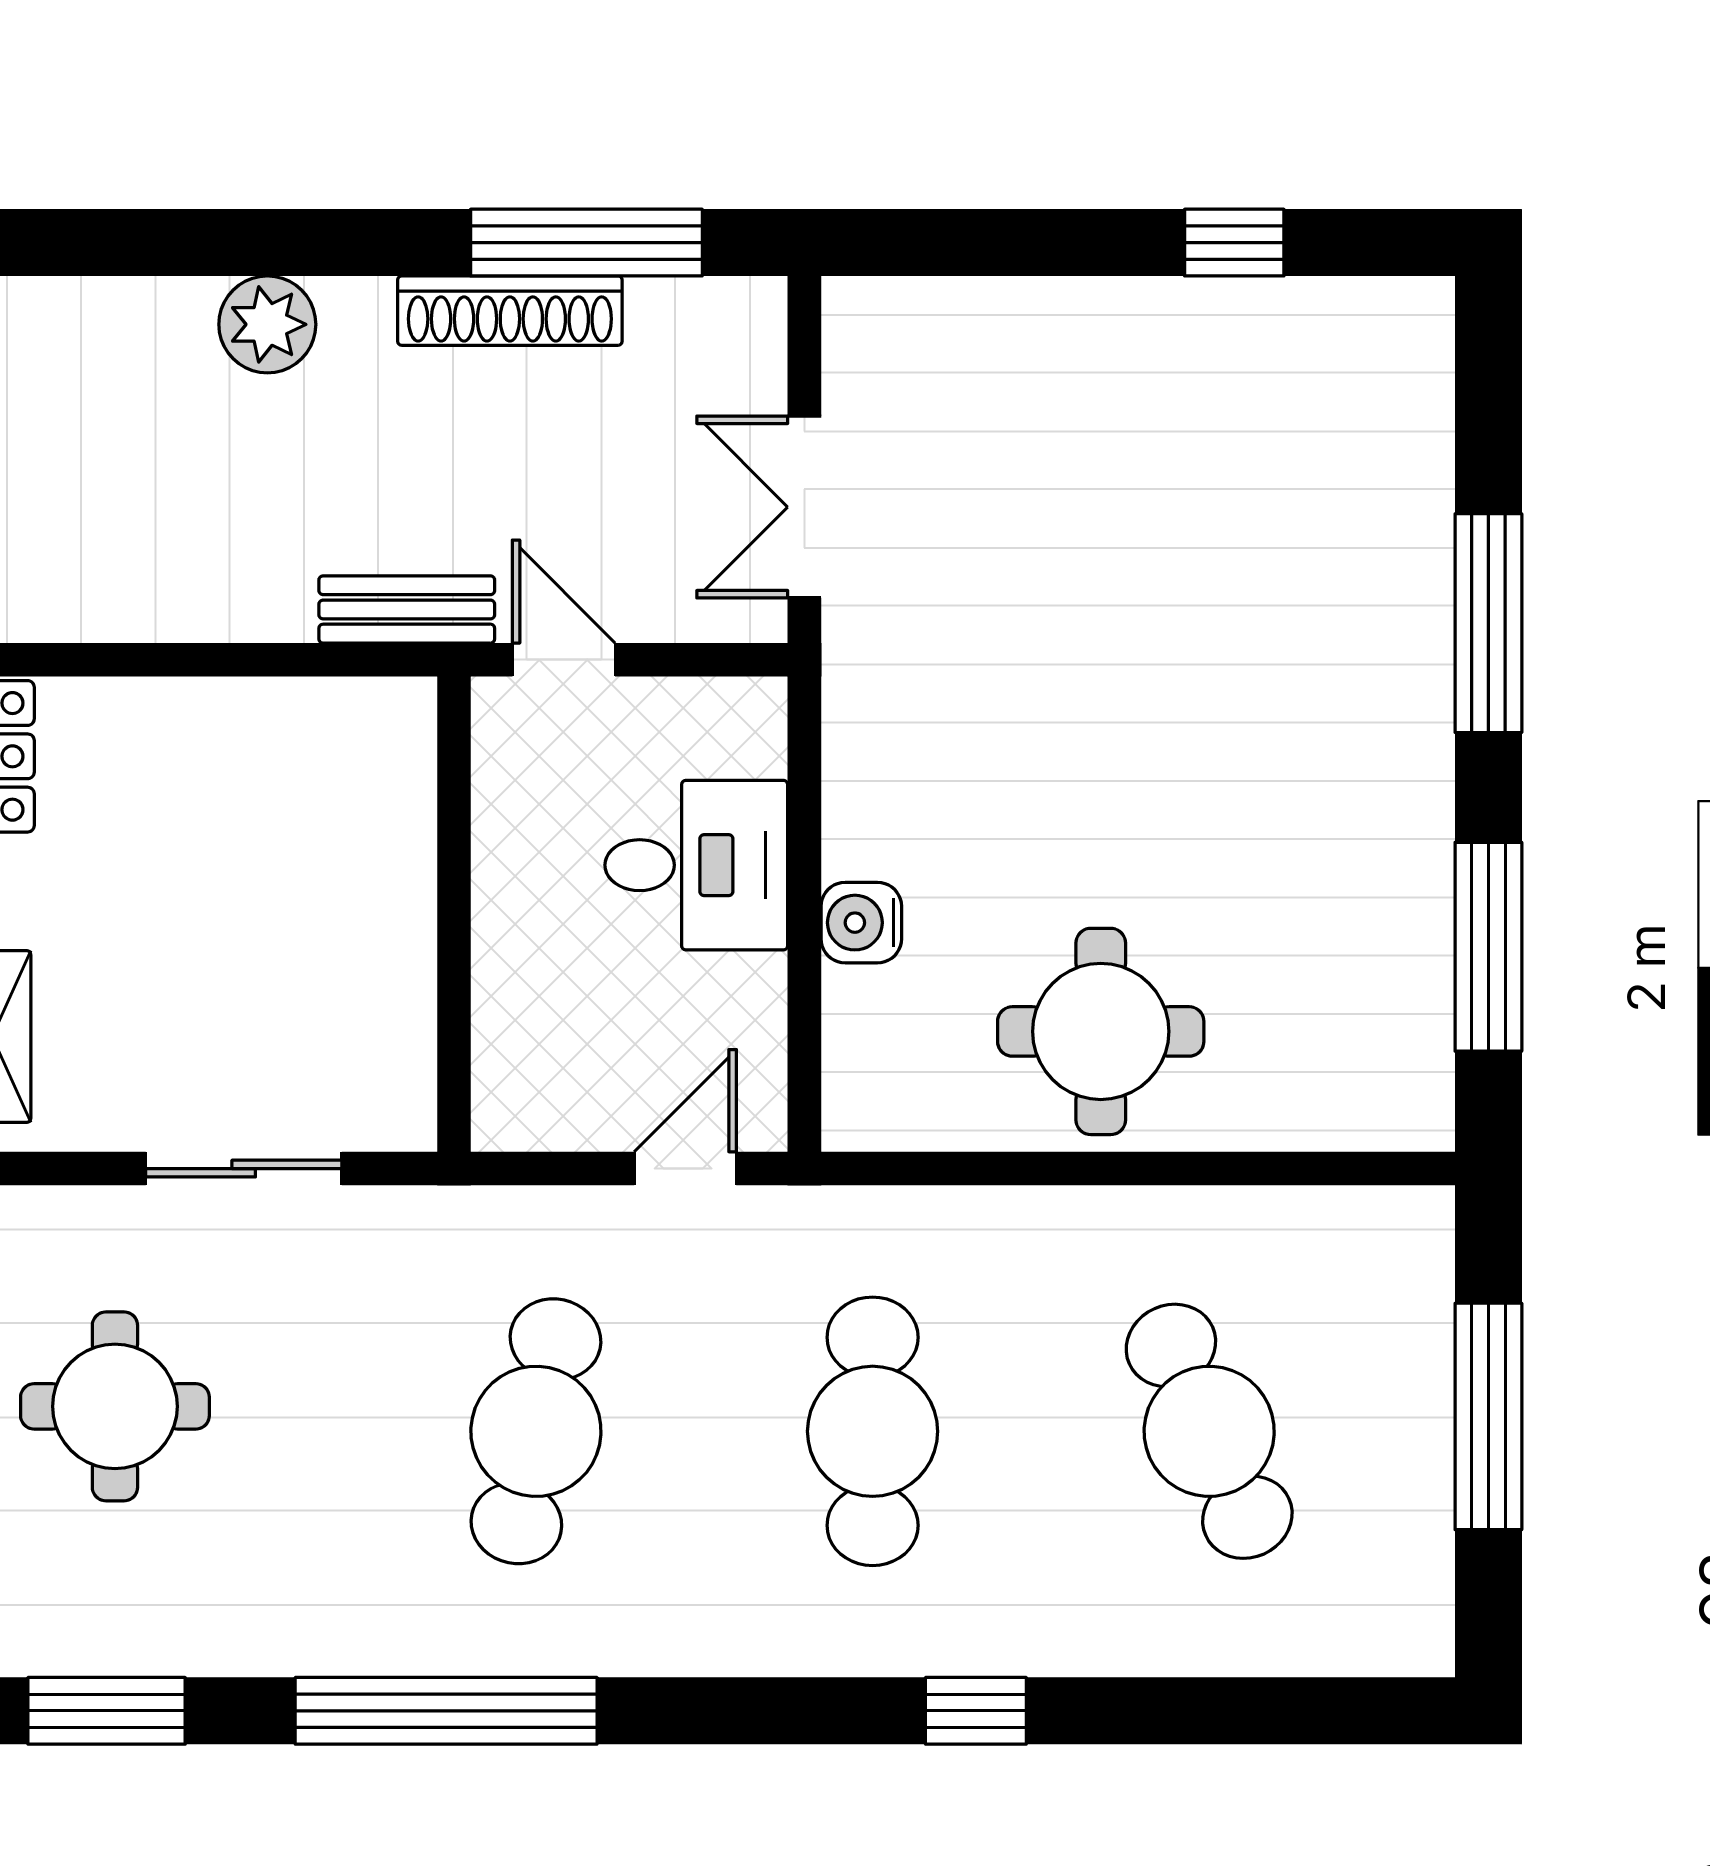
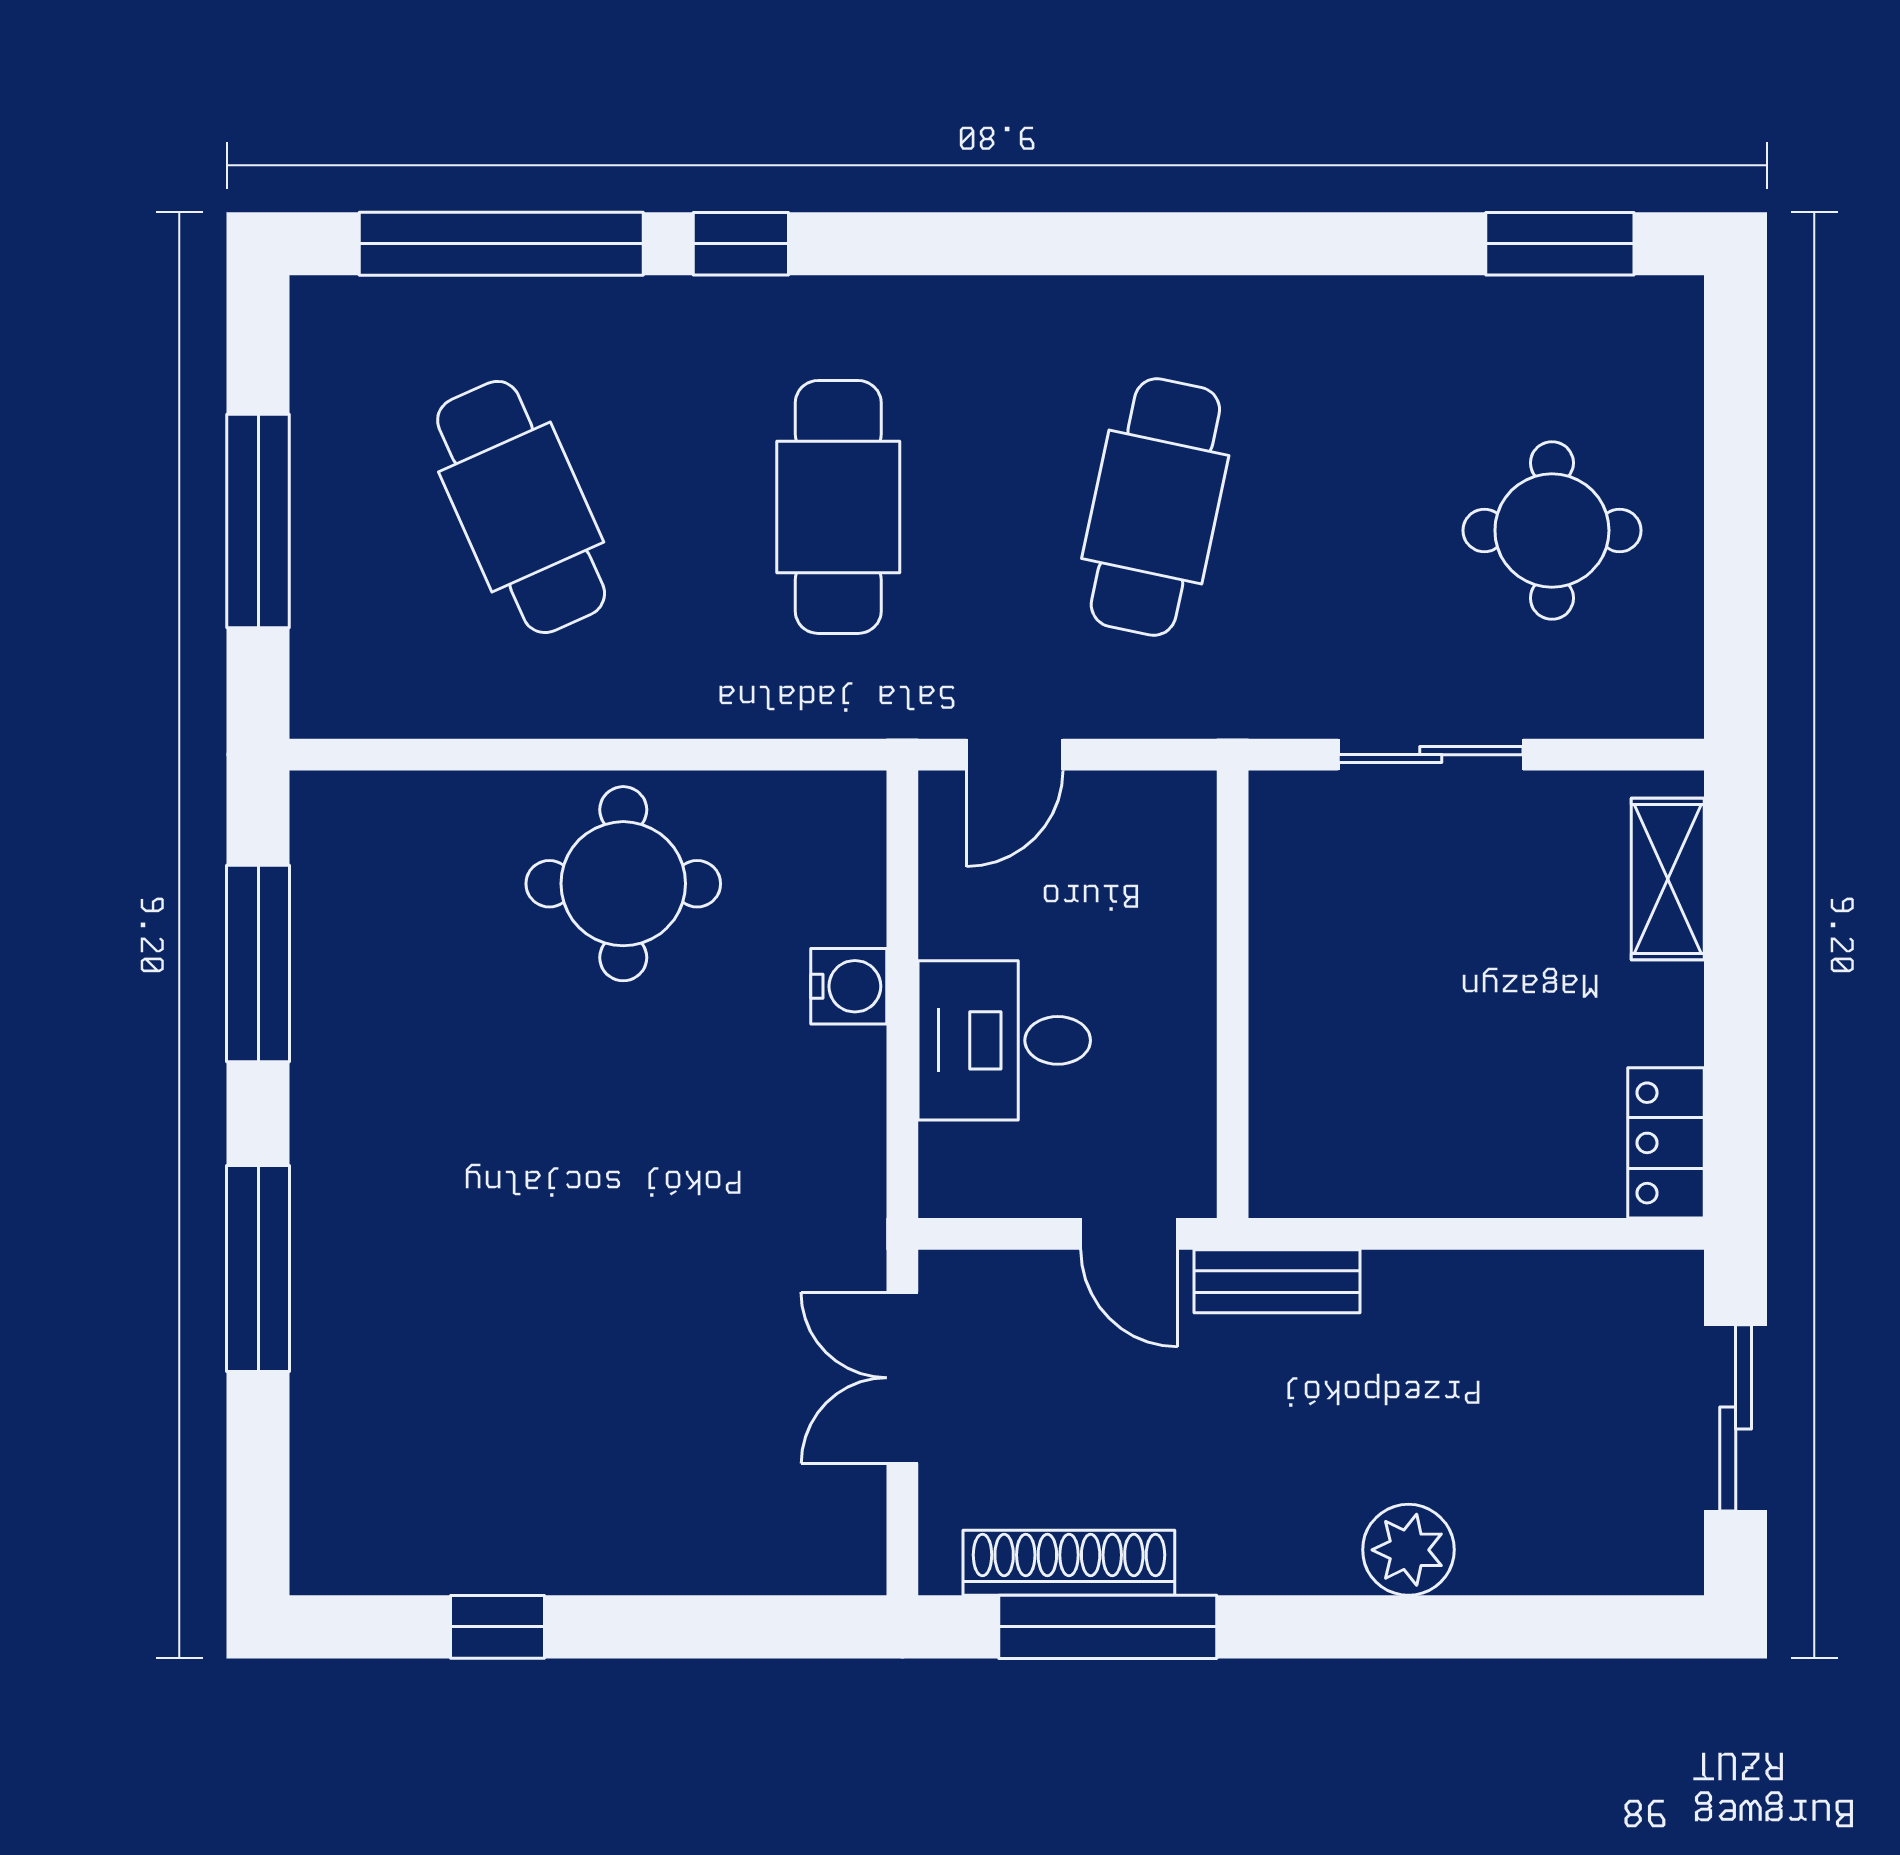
shoe rack: (510, 311) -> (1069, 1563), moved
double door: (804, 507) -> (902, 1378), swing flipped
window: (446, 1711) -> (501, 244), moved

